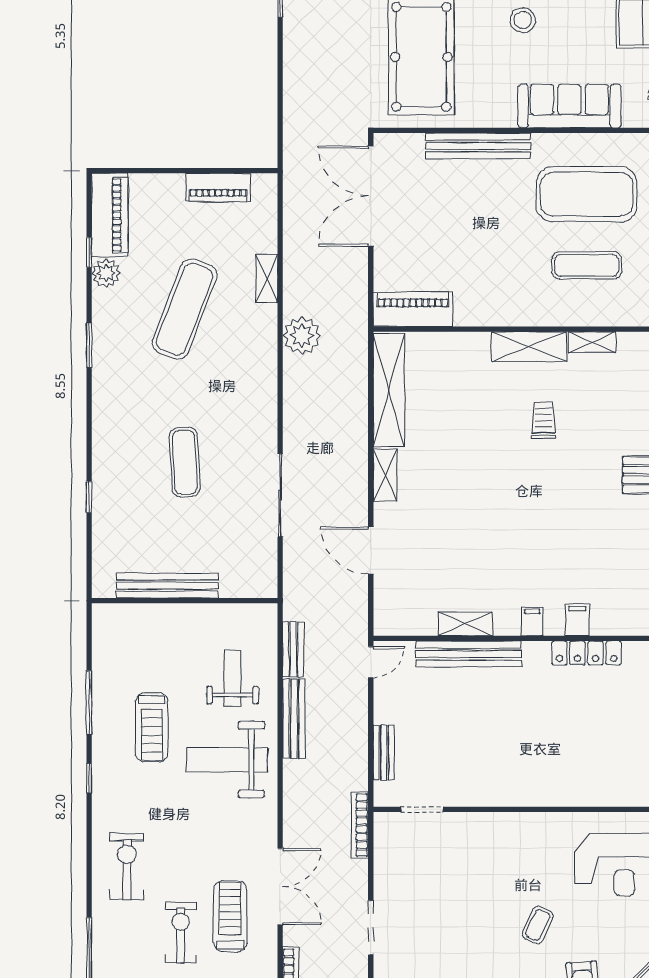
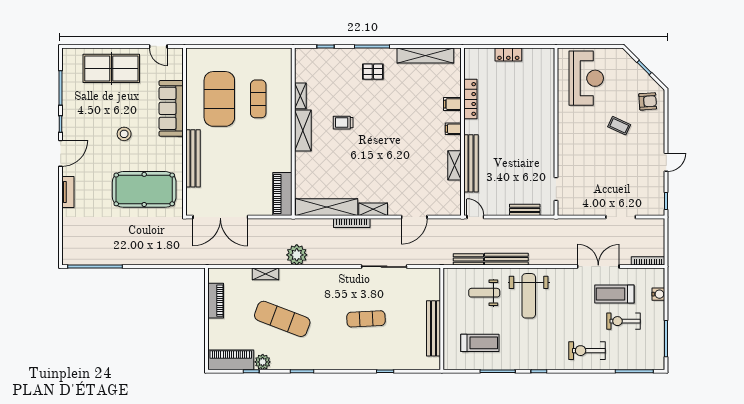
treadmill: (152, 727) -> (480, 343), moved
bookcase: (360, 825) -> (352, 223), moved

